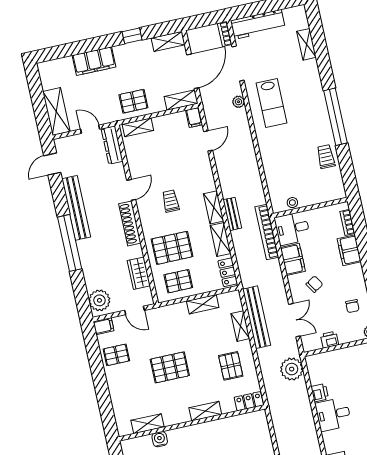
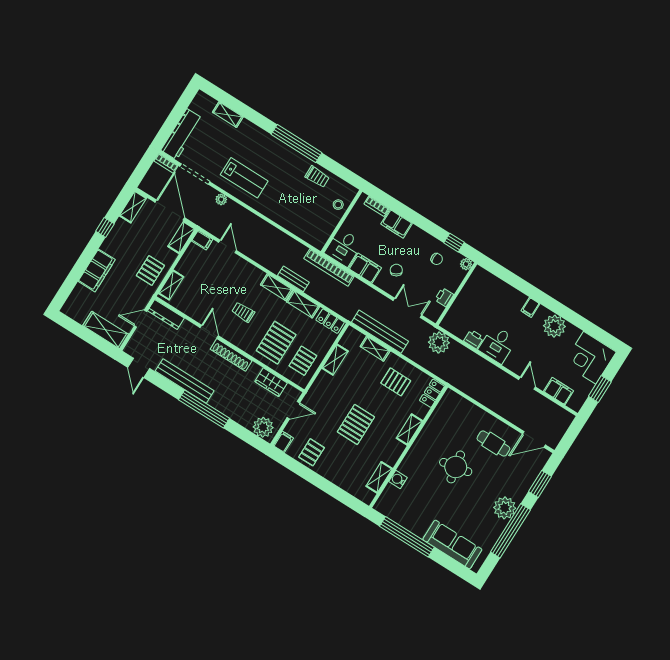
trolley: (326, 157) -> (317, 177), turned 180
stool: (292, 203) -> (338, 205), moved

